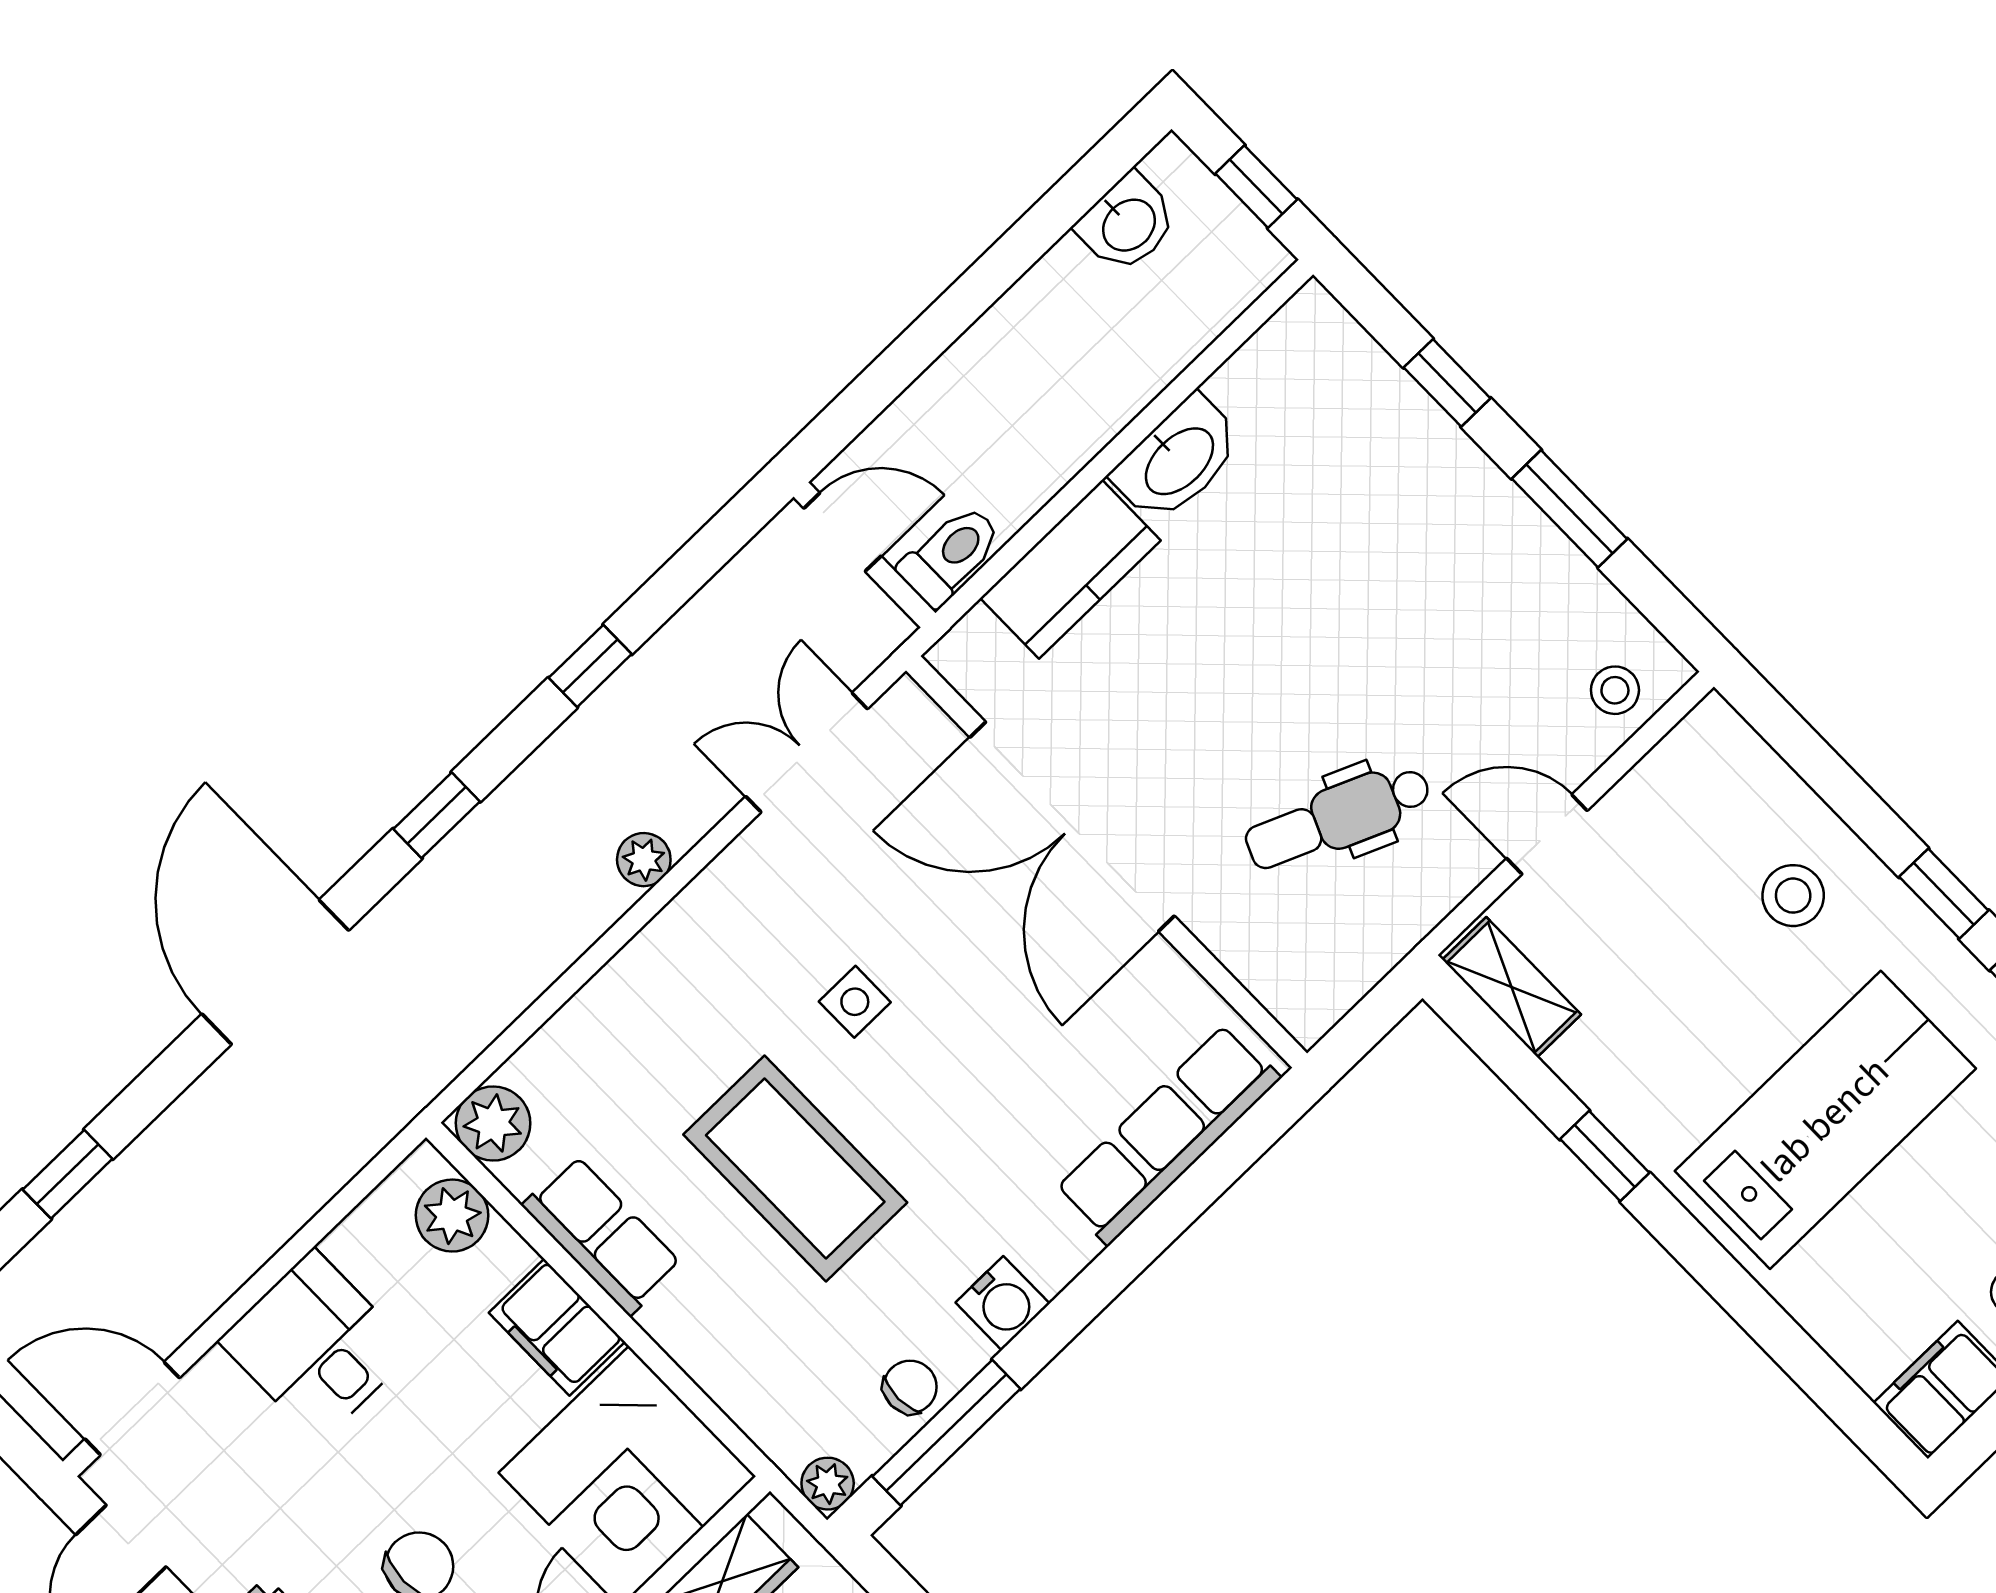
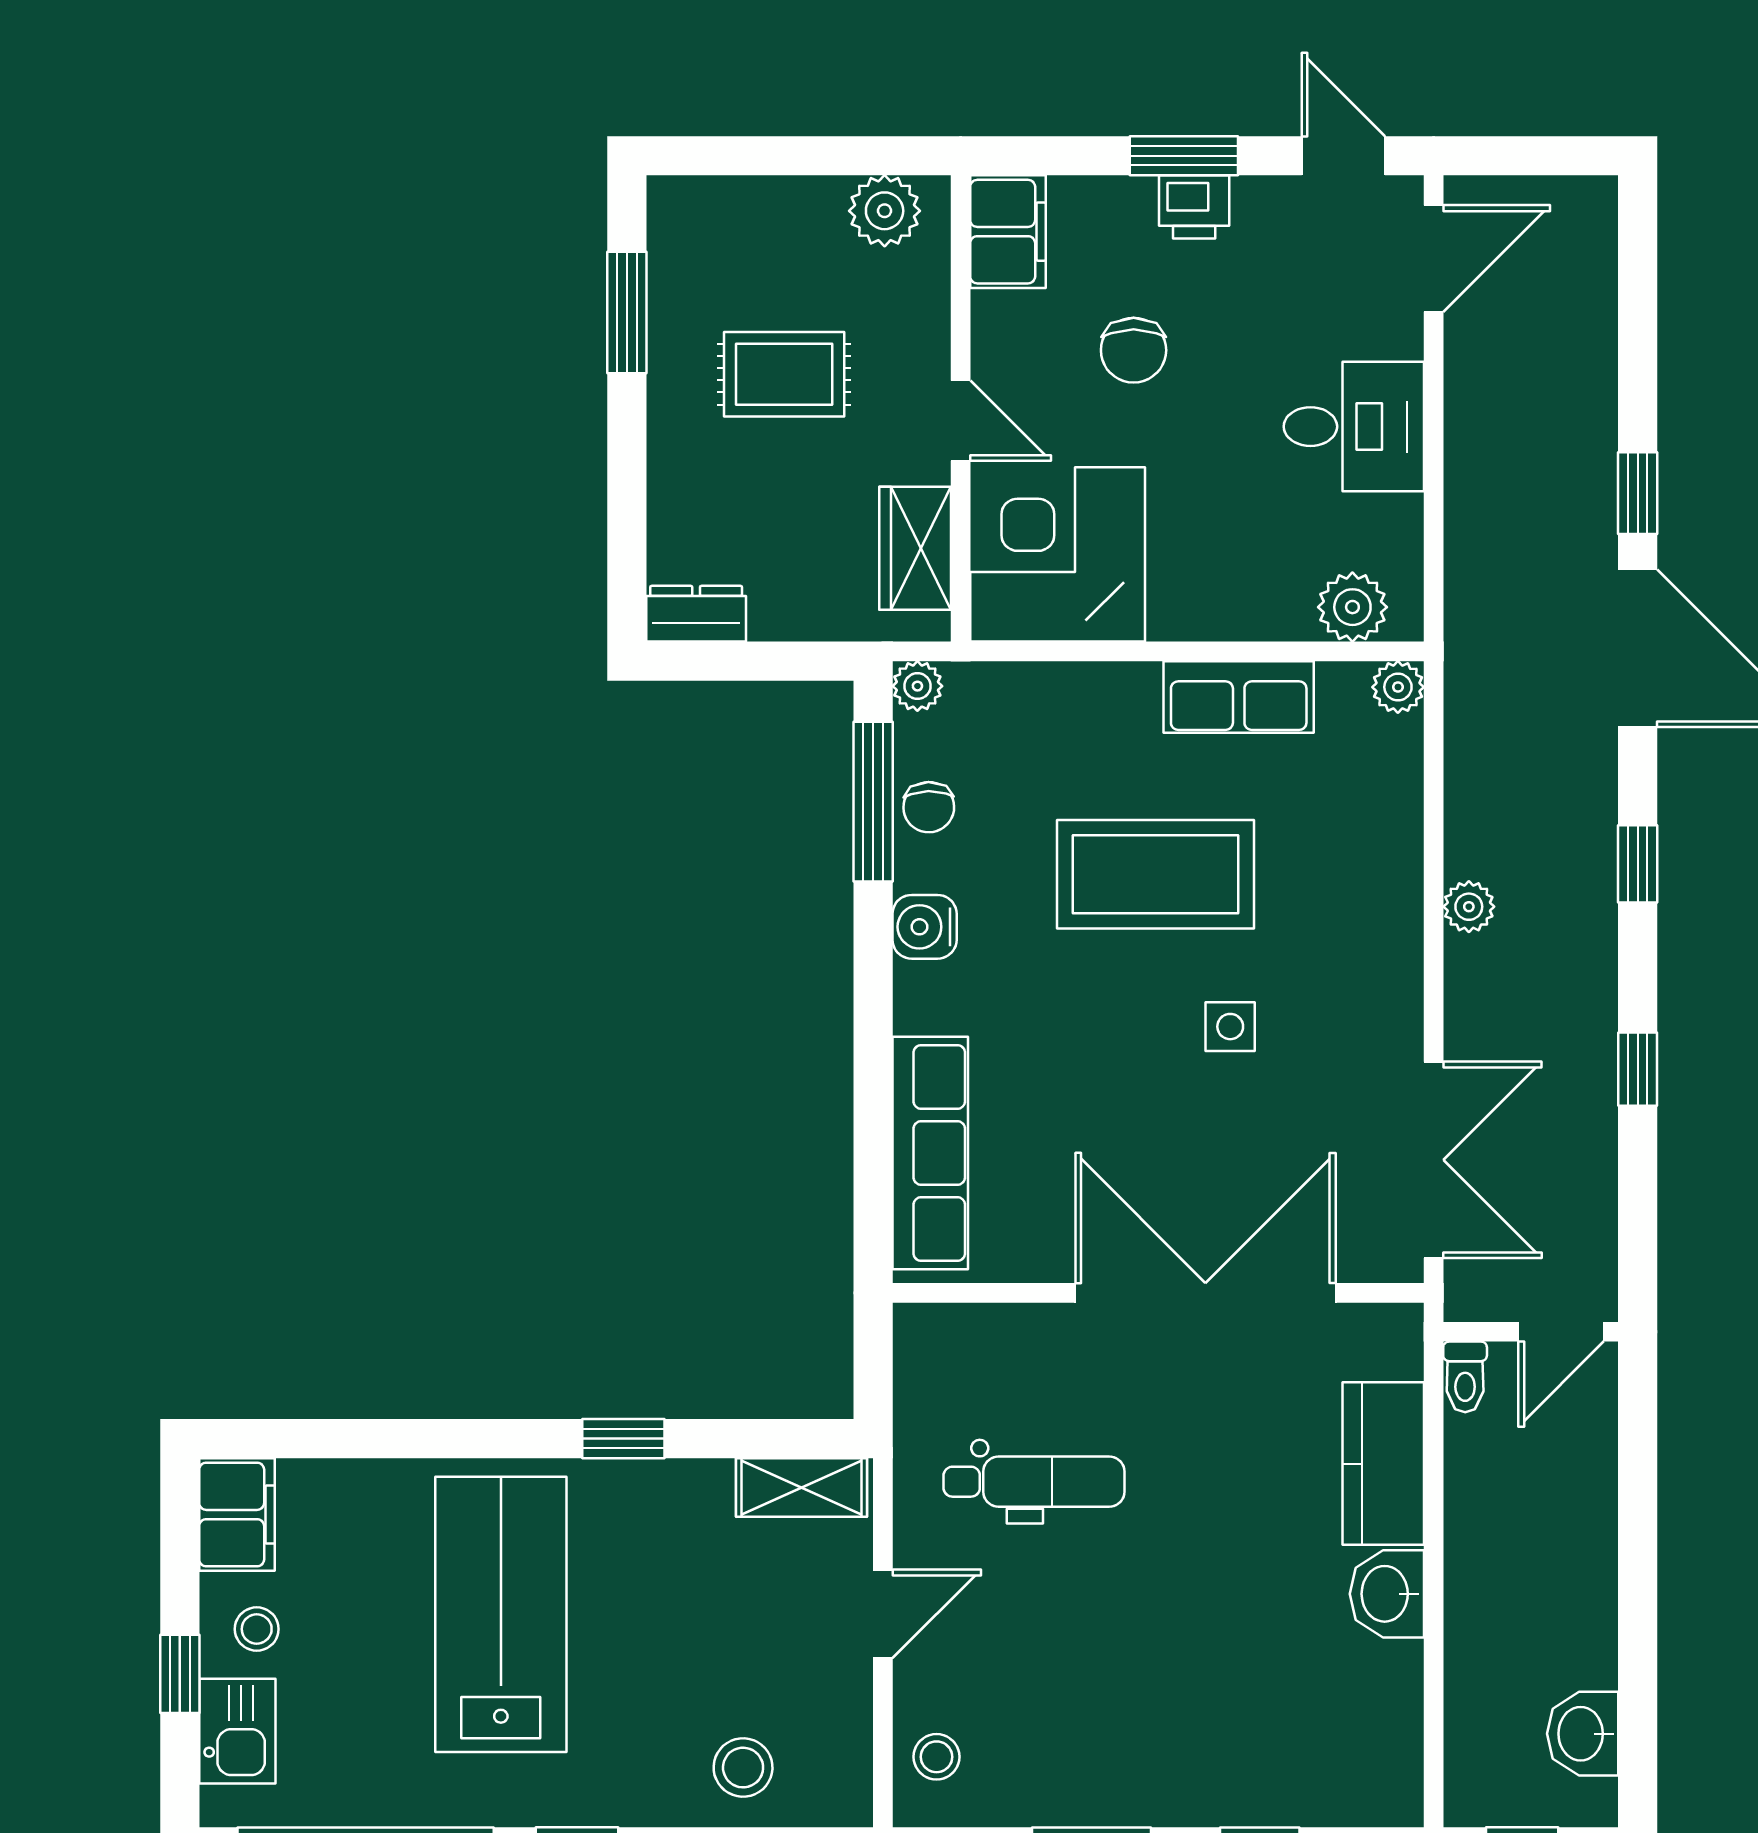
washbasin: (1178, 460) -> (1387, 1594), width x0.72
toilet: (950, 555) -> (1465, 1377), width x0.73, depth x0.72
double door: (807, 753) -> (1434, 1160), width x1.37
dental chair: (1338, 817) -> (1034, 1482), turned 67
plant: (644, 860) -> (1469, 907), moved
stool: (1793, 896) -> (743, 1768), moved
lab bench: (1825, 1120) -> (501, 1614), turned 180
plant: (493, 1124) -> (1398, 687), width x0.73, depth x0.73
window: (68, 1174) -> (1638, 493), moved
filing cabinet: (557, 1327) -> (1206, 605), removed

